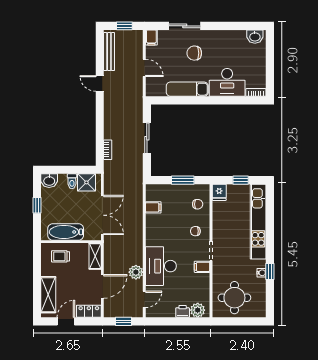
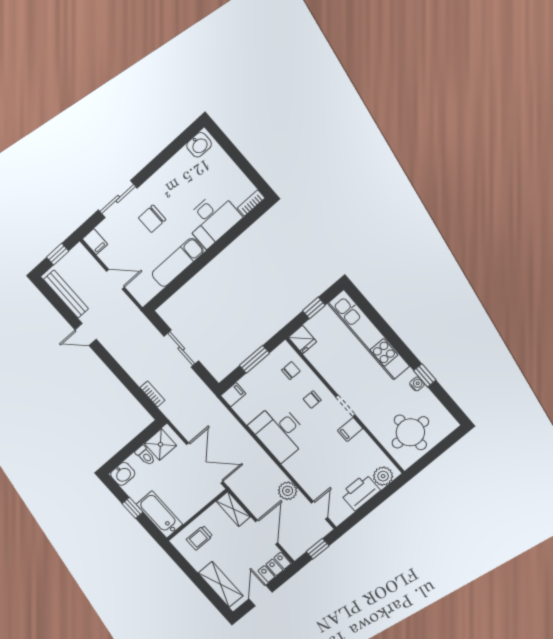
filing cabinet: (153, 207) -> (233, 395), moved
bathtub: (66, 232) -> (159, 514), moved, turned 90
desk: (161, 266) -> (279, 432), moved
printer: (183, 311) -> (360, 492), width x1.87, depth x1.48

